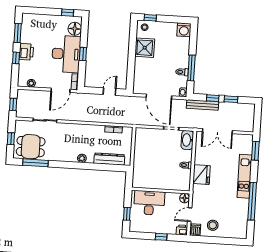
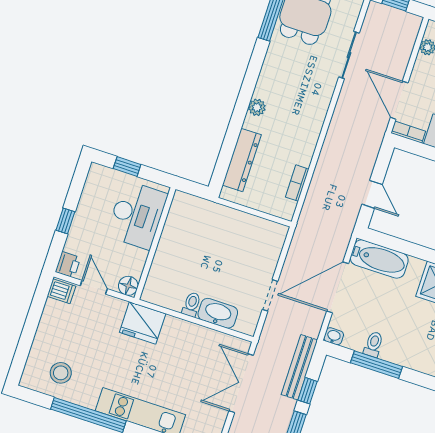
bathtub: (140, 80) -> (379, 259), added
washbasin: (187, 140) -> (218, 313), moved
fridge: (201, 175) -> (143, 323), moved
stool: (213, 225) -> (61, 373), moved

